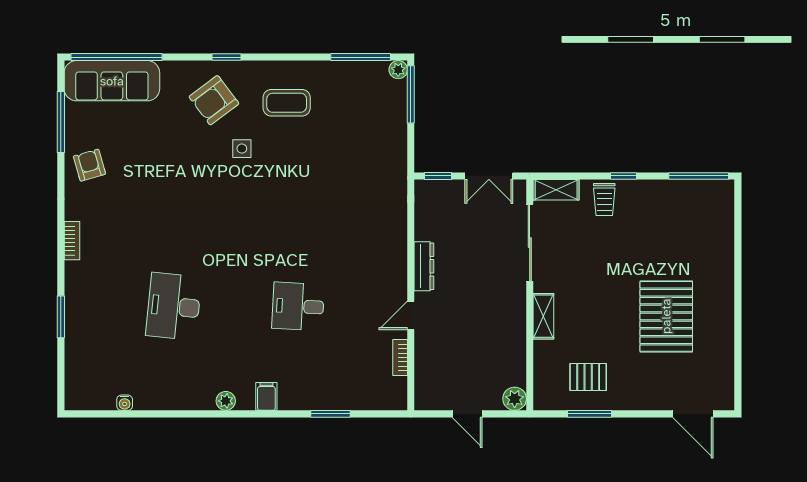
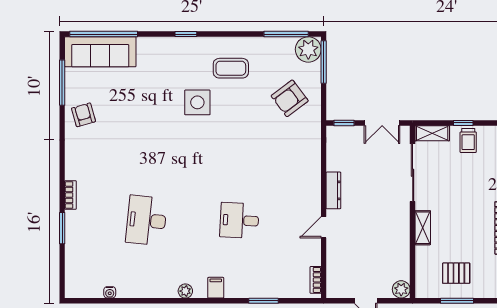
plant: (398, 70) -> (308, 49), width x1.88, depth x1.88
armchair: (214, 100) -> (290, 98), moved
side table: (242, 149) -> (197, 102), width x1.87, depth x1.87
window: (624, 176) -> (463, 123), moved
bookcase: (72, 241) -> (70, 195), moved
bookcase: (400, 358) -> (316, 280), moved

